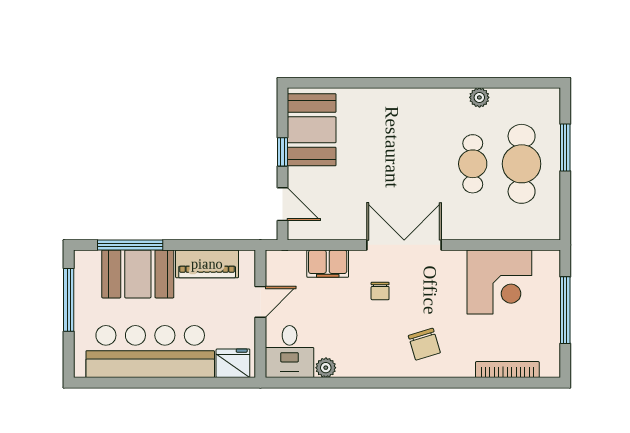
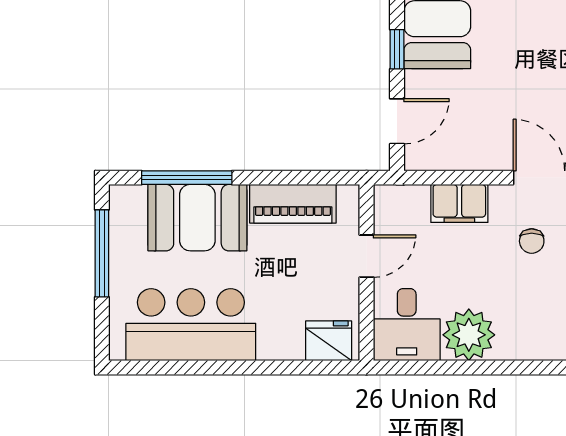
door: (283, 204) -> (397, 121), hinge flipped
bar counter: (150, 352) -> (191, 325), width x0.73
plant: (326, 368) -> (469, 335), width x1.87, depth x1.87

